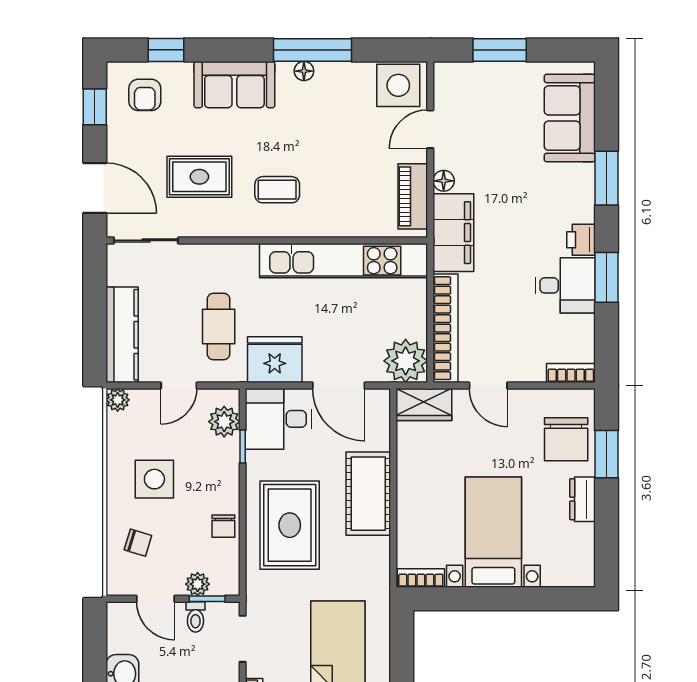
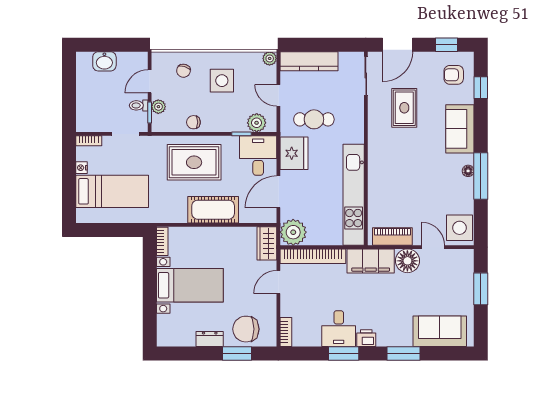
floor lamp: (444, 181) -> (407, 261), width x1.89, depth x1.89
coffee table: (277, 190) -> (397, 155), removed

